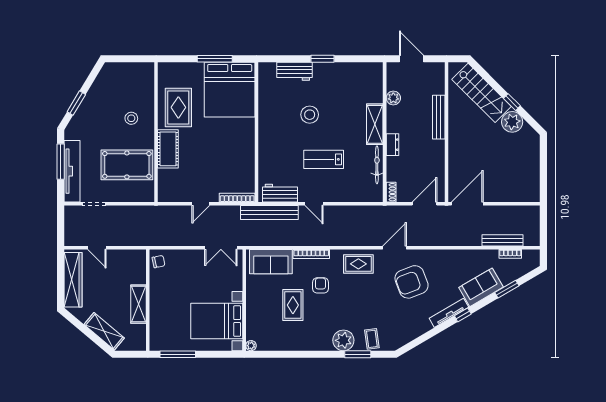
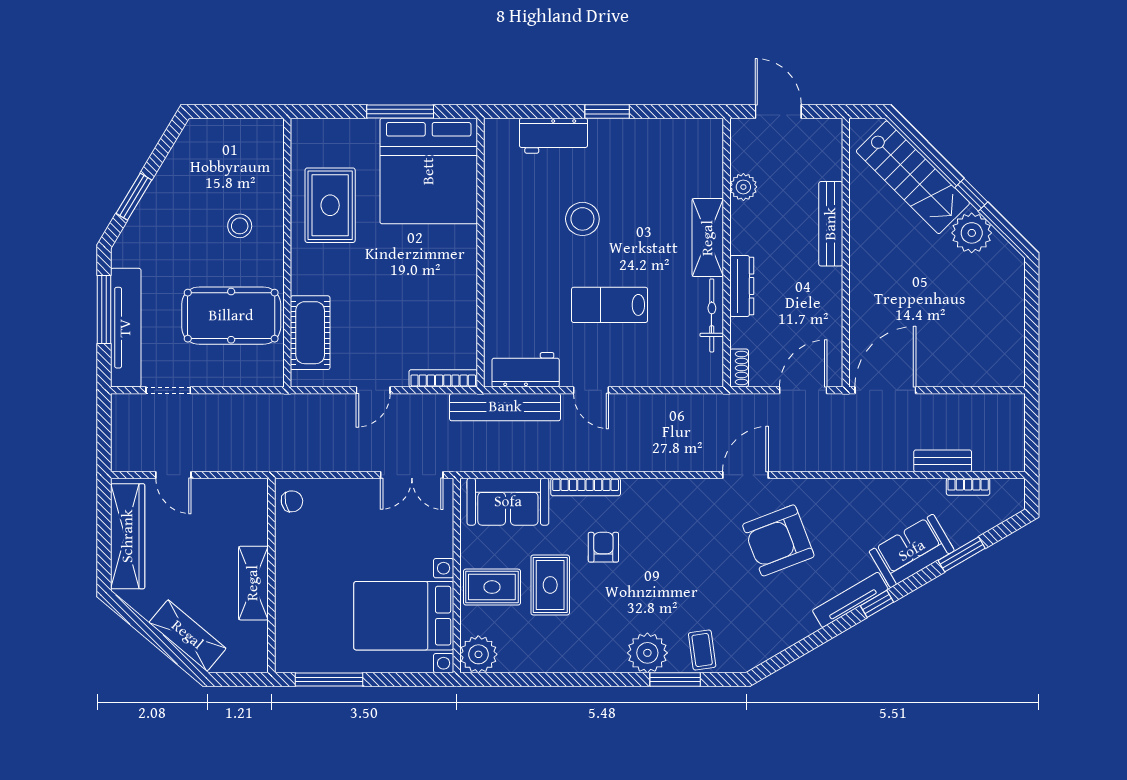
dresser: (393, 145) -> (742, 286), width x1.44
cot: (168, 149) -> (310, 333), moved
bench: (502, 240) -> (943, 461), width x0.73
rug: (358, 264) -> (492, 587), moved
plant: (251, 346) -> (478, 654), width x1.87, depth x1.87

